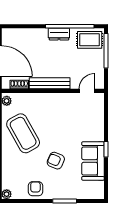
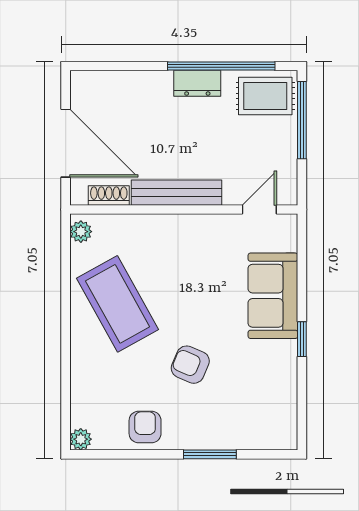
sofa: (93, 161) -> (273, 296), moved

